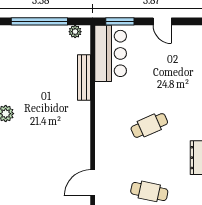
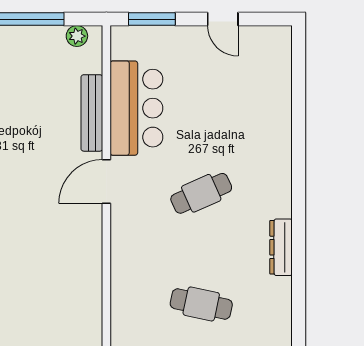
bar counter: (111, 53) -> (136, 108), moved
door: (93, 183) -> (106, 181), moved

